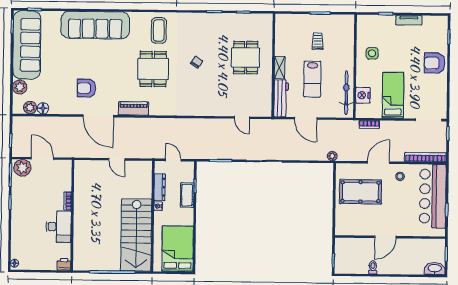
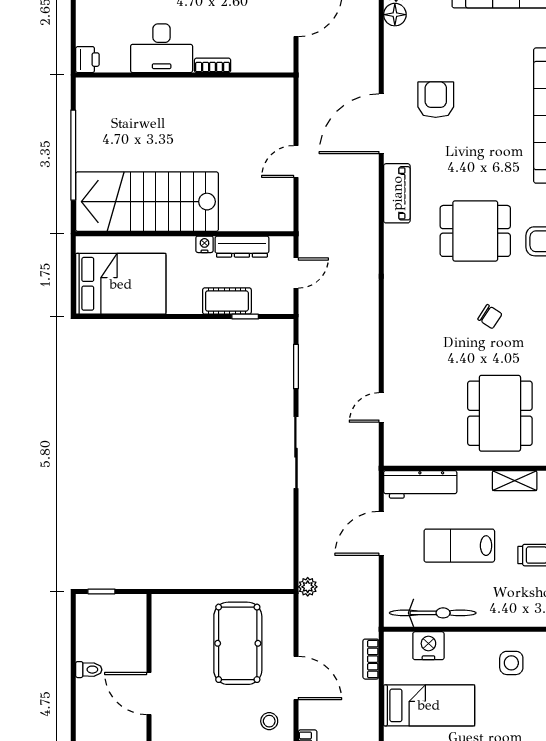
dining table: (246, 58) -> (500, 413), width x1.37
shelving: (280, 68) -> (515, 481), moved

